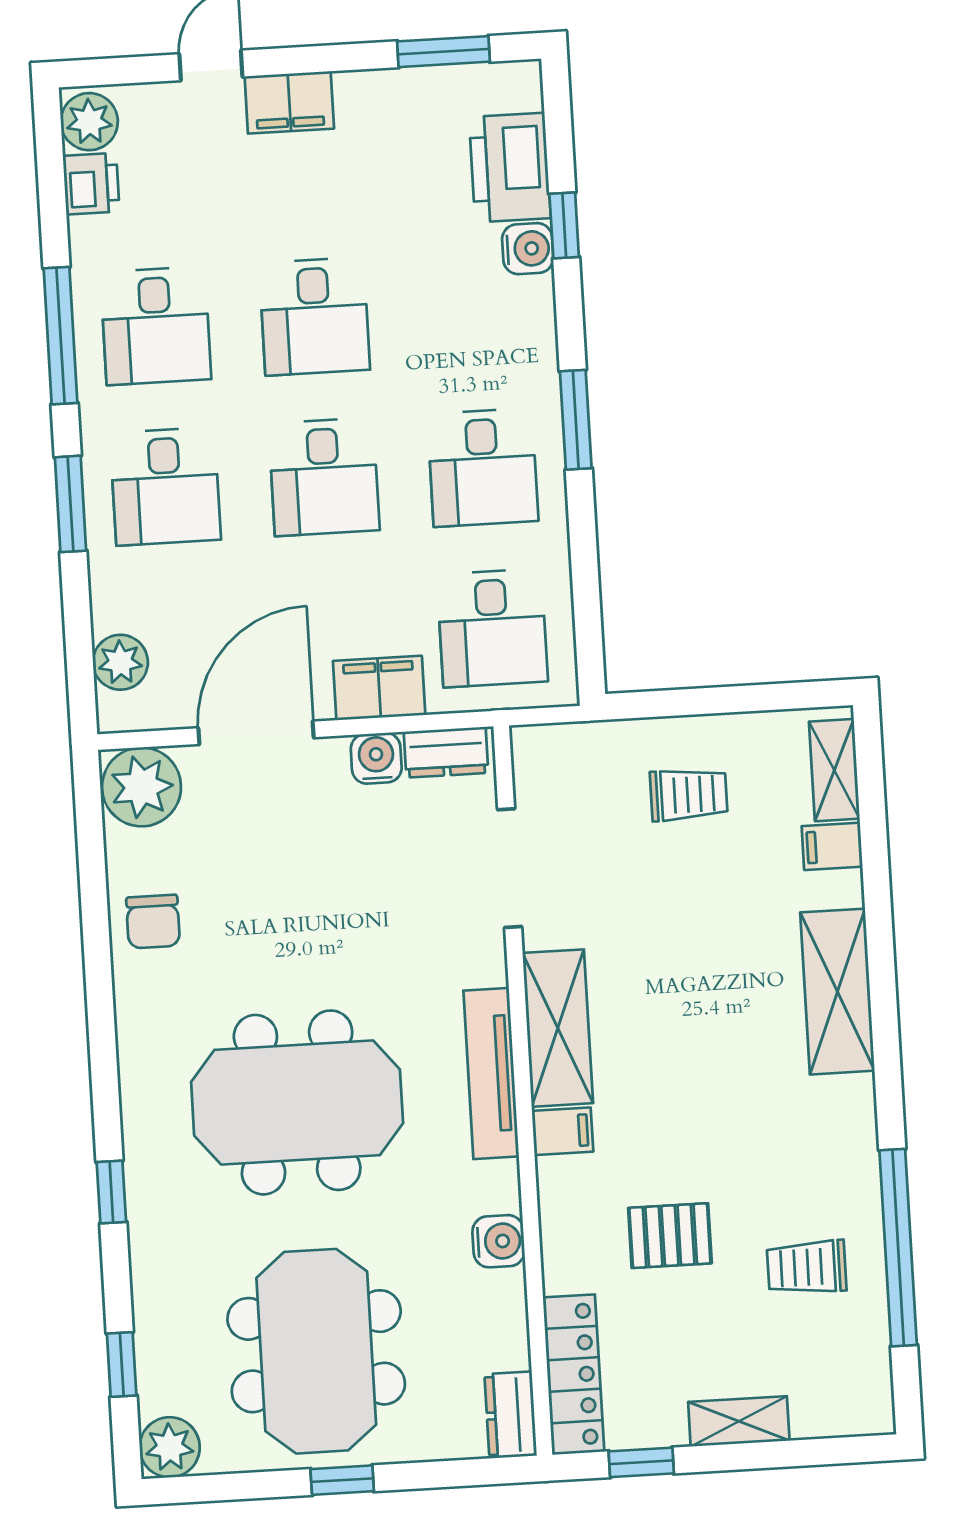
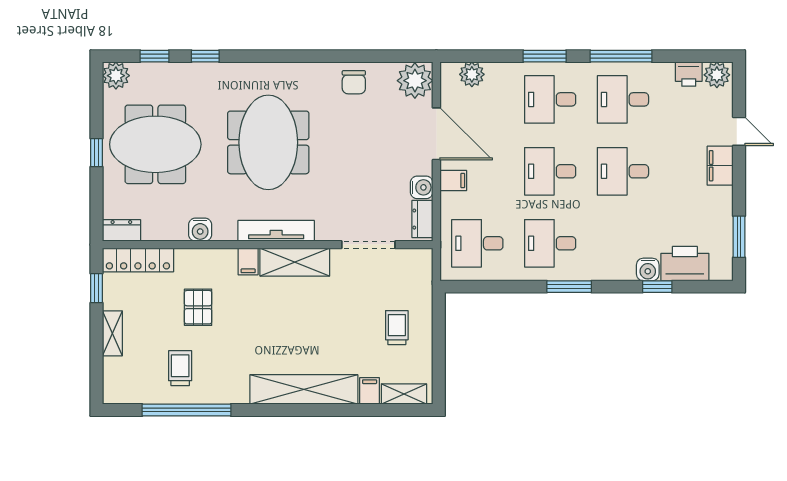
filing cabinet: (379, 688) -> (453, 180), width x0.50
trolley: (689, 795) -> (397, 328), turned 180
chair: (153, 922) -> (354, 82), turned -90
shelving: (837, 992) -> (304, 389), width x1.47
window: (111, 1192) -> (205, 56), moved

